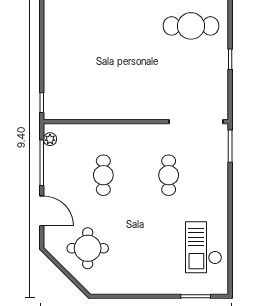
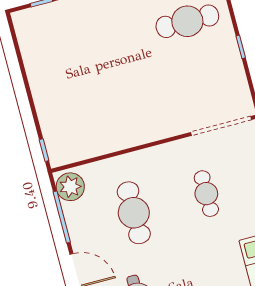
plant: (50, 139) -> (70, 187), width x1.88, depth x1.88
cafe table: (103, 175) -> (134, 213), width x1.37, depth x1.35

